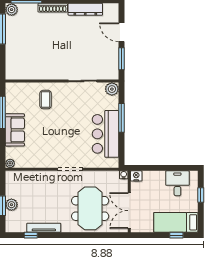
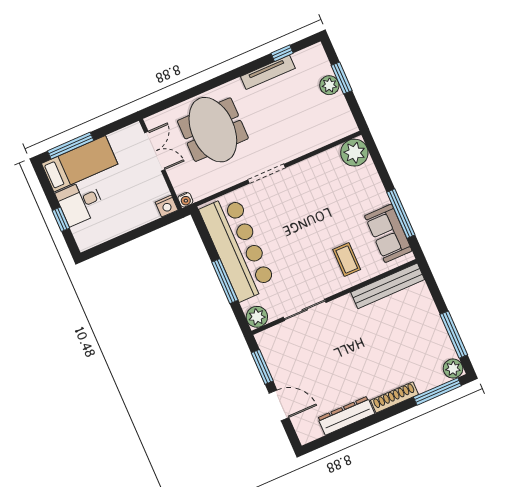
bench: (28, 74) -> (388, 286), added
sofa: (15, 130) -> (388, 233), moved
bar counter: (106, 134) -> (238, 248), width x1.36
plant: (10, 163) -> (354, 153), width x1.88, depth x1.88
desk: (177, 183) -> (80, 202), moved, turned 90
double door: (129, 211) -> (155, 151), width x0.73
window: (176, 235) -> (71, 146), width x2.17

